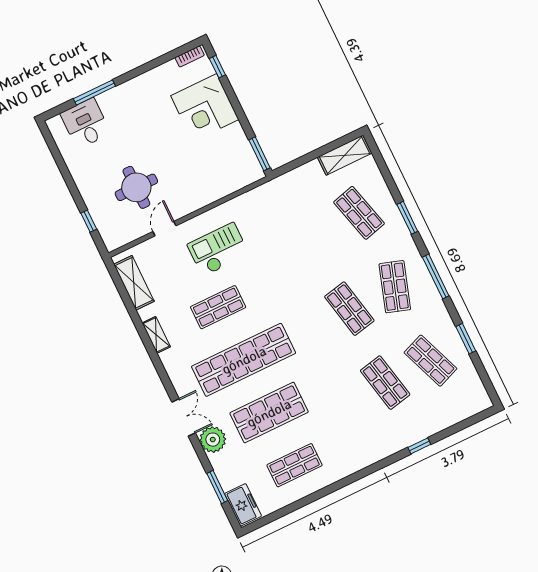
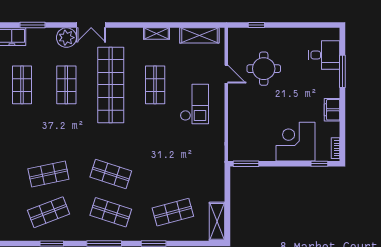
filing cabinet: (146, 83) -> (332, 110), added
shop shelf: (349, 309) -> (111, 174), turned 30
shop shelf: (269, 413) -> (66, 85), width x0.70, depth x0.74

